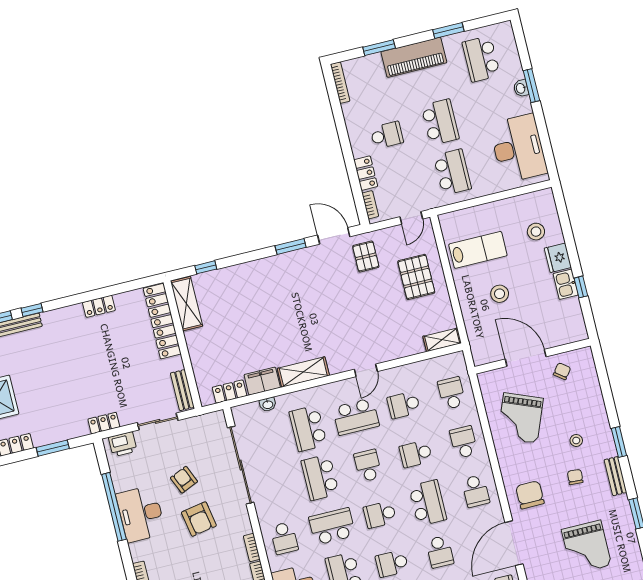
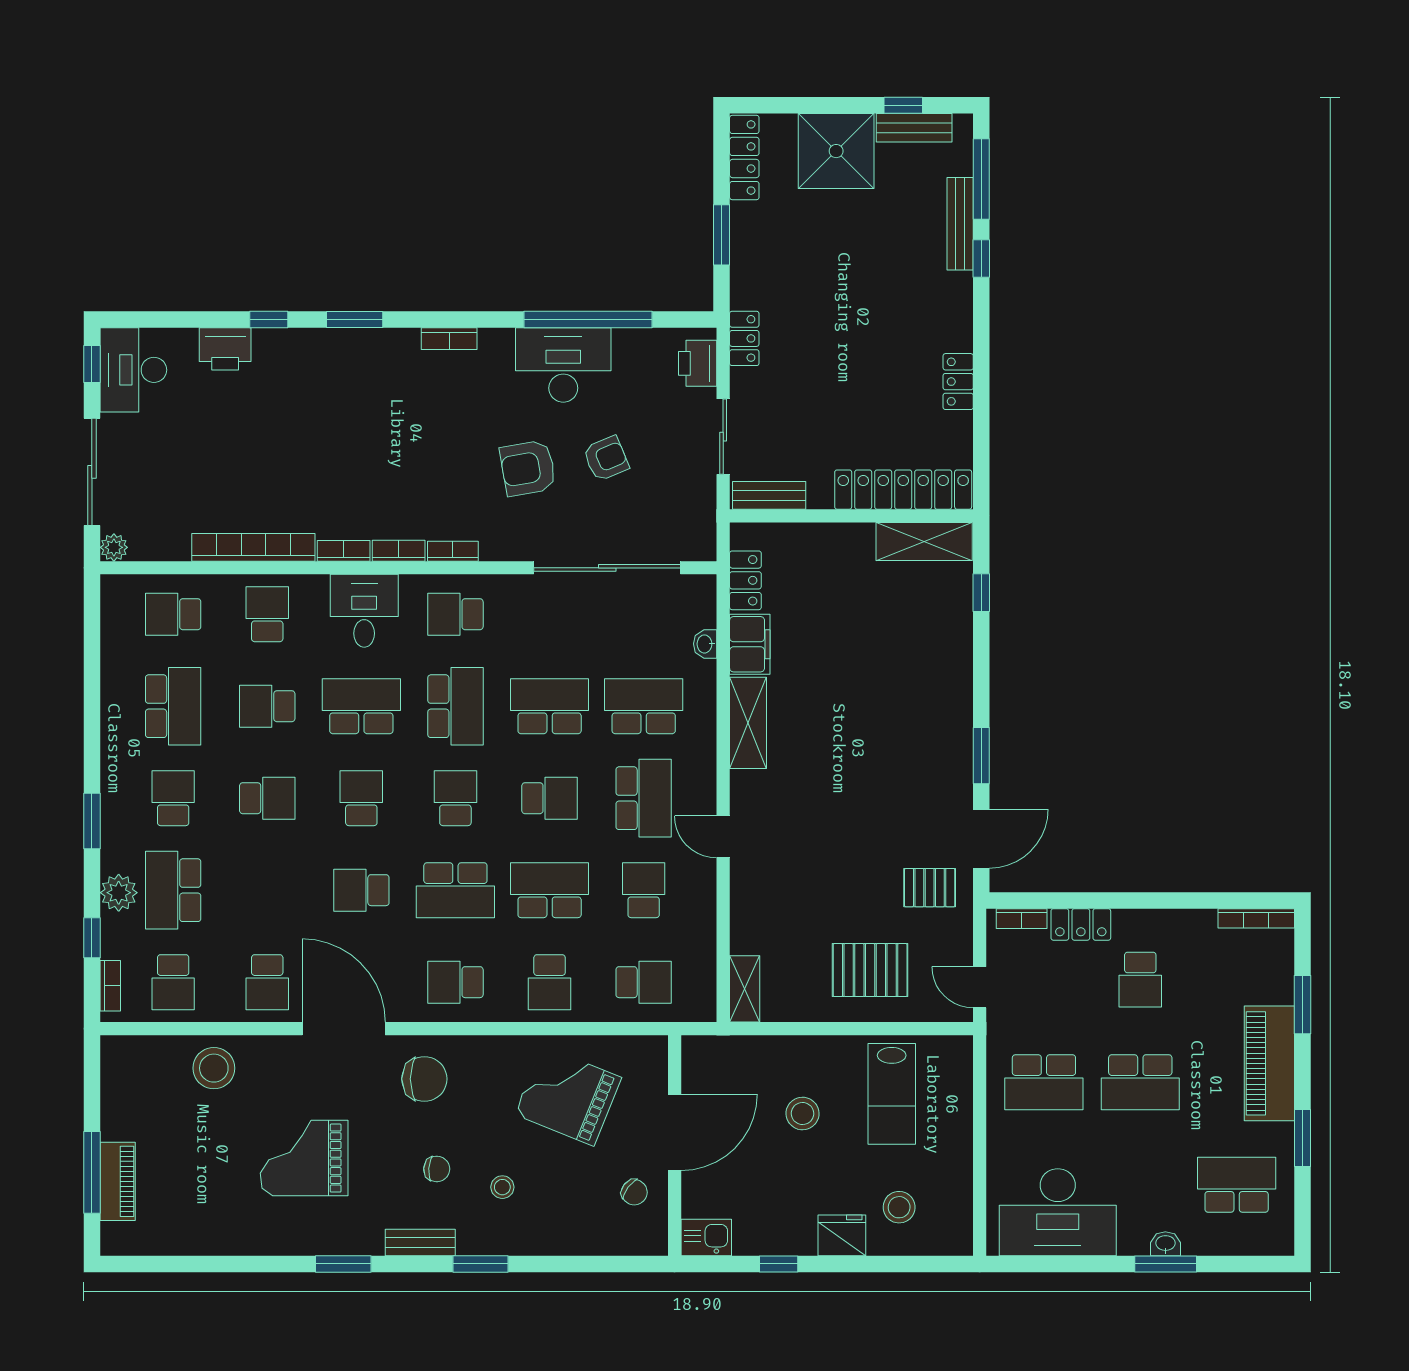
kitchen sink: (566, 284) -> (706, 1238), moved
school desk: (356, 417) -> (644, 798), turned 180
school desk: (464, 442) -> (550, 982), turned 90
school desk: (416, 454) -> (550, 890), width x1.85

